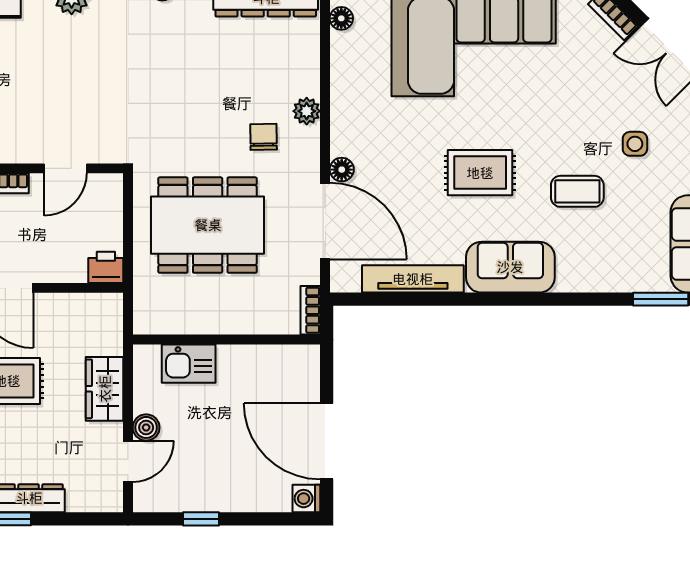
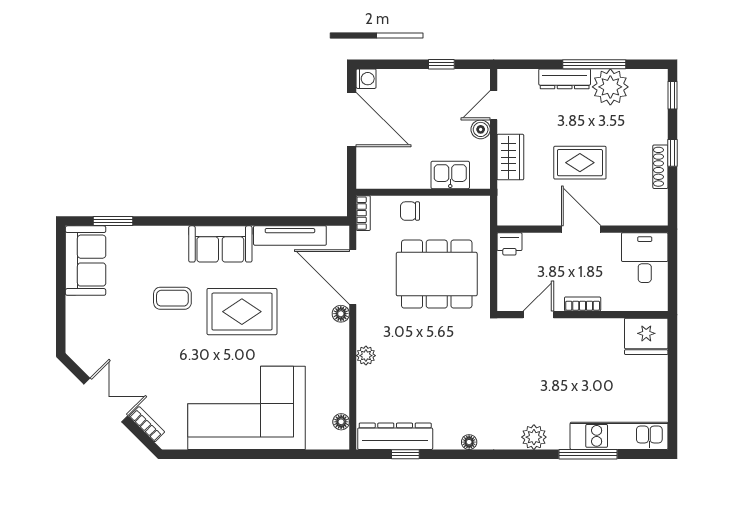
chair: (264, 137) -> (410, 211), moved, turned 91
side table: (635, 144) -> (131, 332), removed
rug: (480, 173) -> (242, 312), width x1.36, depth x1.43

